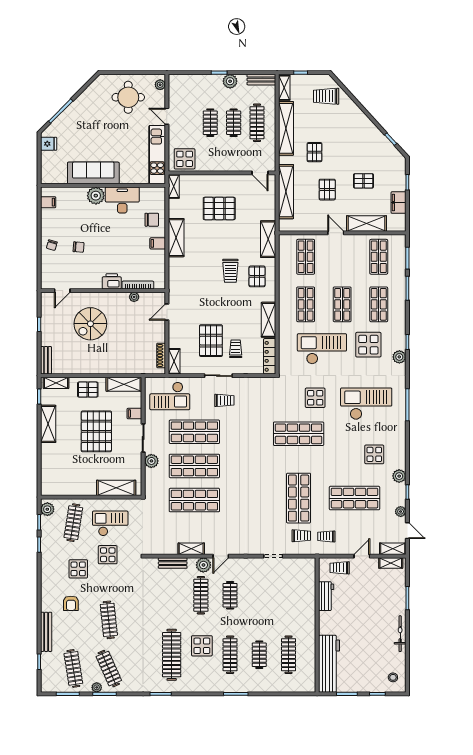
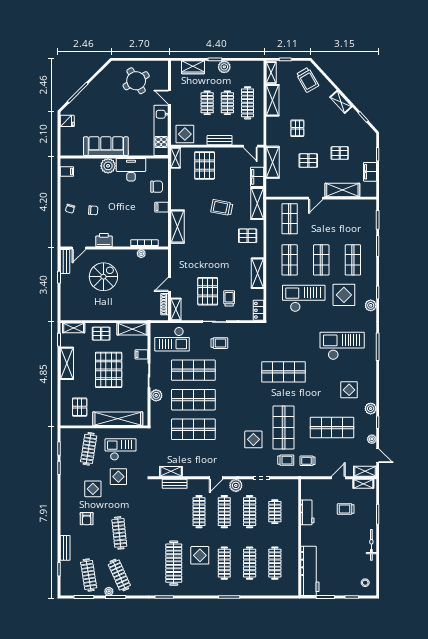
bench: (261, 80) -> (220, 140), moved
wardrobe: (194, 82) -> (193, 67), added
plant: (160, 85) -> (164, 70), removed
trolley: (326, 96) -> (307, 80), turned -120
round table: (128, 97) -> (136, 81), turned -30
shelving: (365, 122) -> (341, 102), added
shelving: (286, 128) -> (273, 100), width x0.68
pallet: (327, 190) -> (308, 161), turned 90
shelving: (286, 192) -> (273, 162), width x0.68
pallet: (219, 208) -> (205, 165), moved, turned 90
filing cabinet: (268, 208) -> (257, 177), added
door: (336, 233) -> (316, 198), swing flipped
shelving: (176, 238) -> (178, 227), moved
shop shelf: (379, 257) -> (353, 219), removed
trolley: (230, 271) -> (222, 208), moved, turned 101
pallet: (257, 276) -> (248, 236), turned 90
printer: (112, 281) -> (104, 240), moved
door: (167, 312) -> (170, 284), moved
spiral stairs: (90, 324) -> (103, 277), turned 180
locker: (270, 356) -> (258, 310), width x0.66
bench: (46, 360) -> (65, 261), moved
display table: (315, 398) -> (253, 439), moved
pallet: (63, 474) -> (80, 407), added
shelving: (116, 488) -> (118, 419), width x1.47
plant: (47, 509) -> (66, 437), removed
shelving: (191, 549) -> (171, 471), moved
plant: (203, 565) -> (236, 485), moved
trolley: (340, 568) -> (346, 509), moved
clothes rail: (230, 595) -> (224, 512), width x1.36
clothes rail: (259, 595) -> (250, 512), added
clothes rail: (288, 595) -> (275, 512), added
bench: (46, 632) -> (65, 548), width x0.73
clothes rail: (259, 655) -> (250, 563), width x1.36

